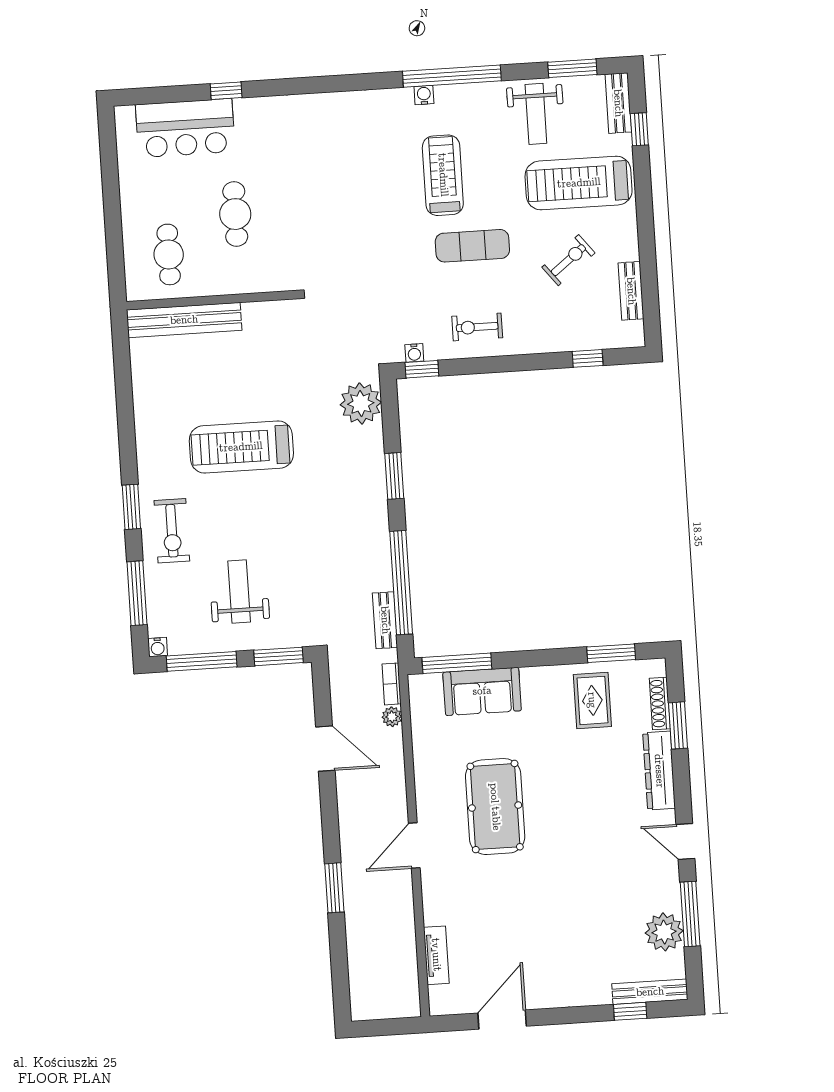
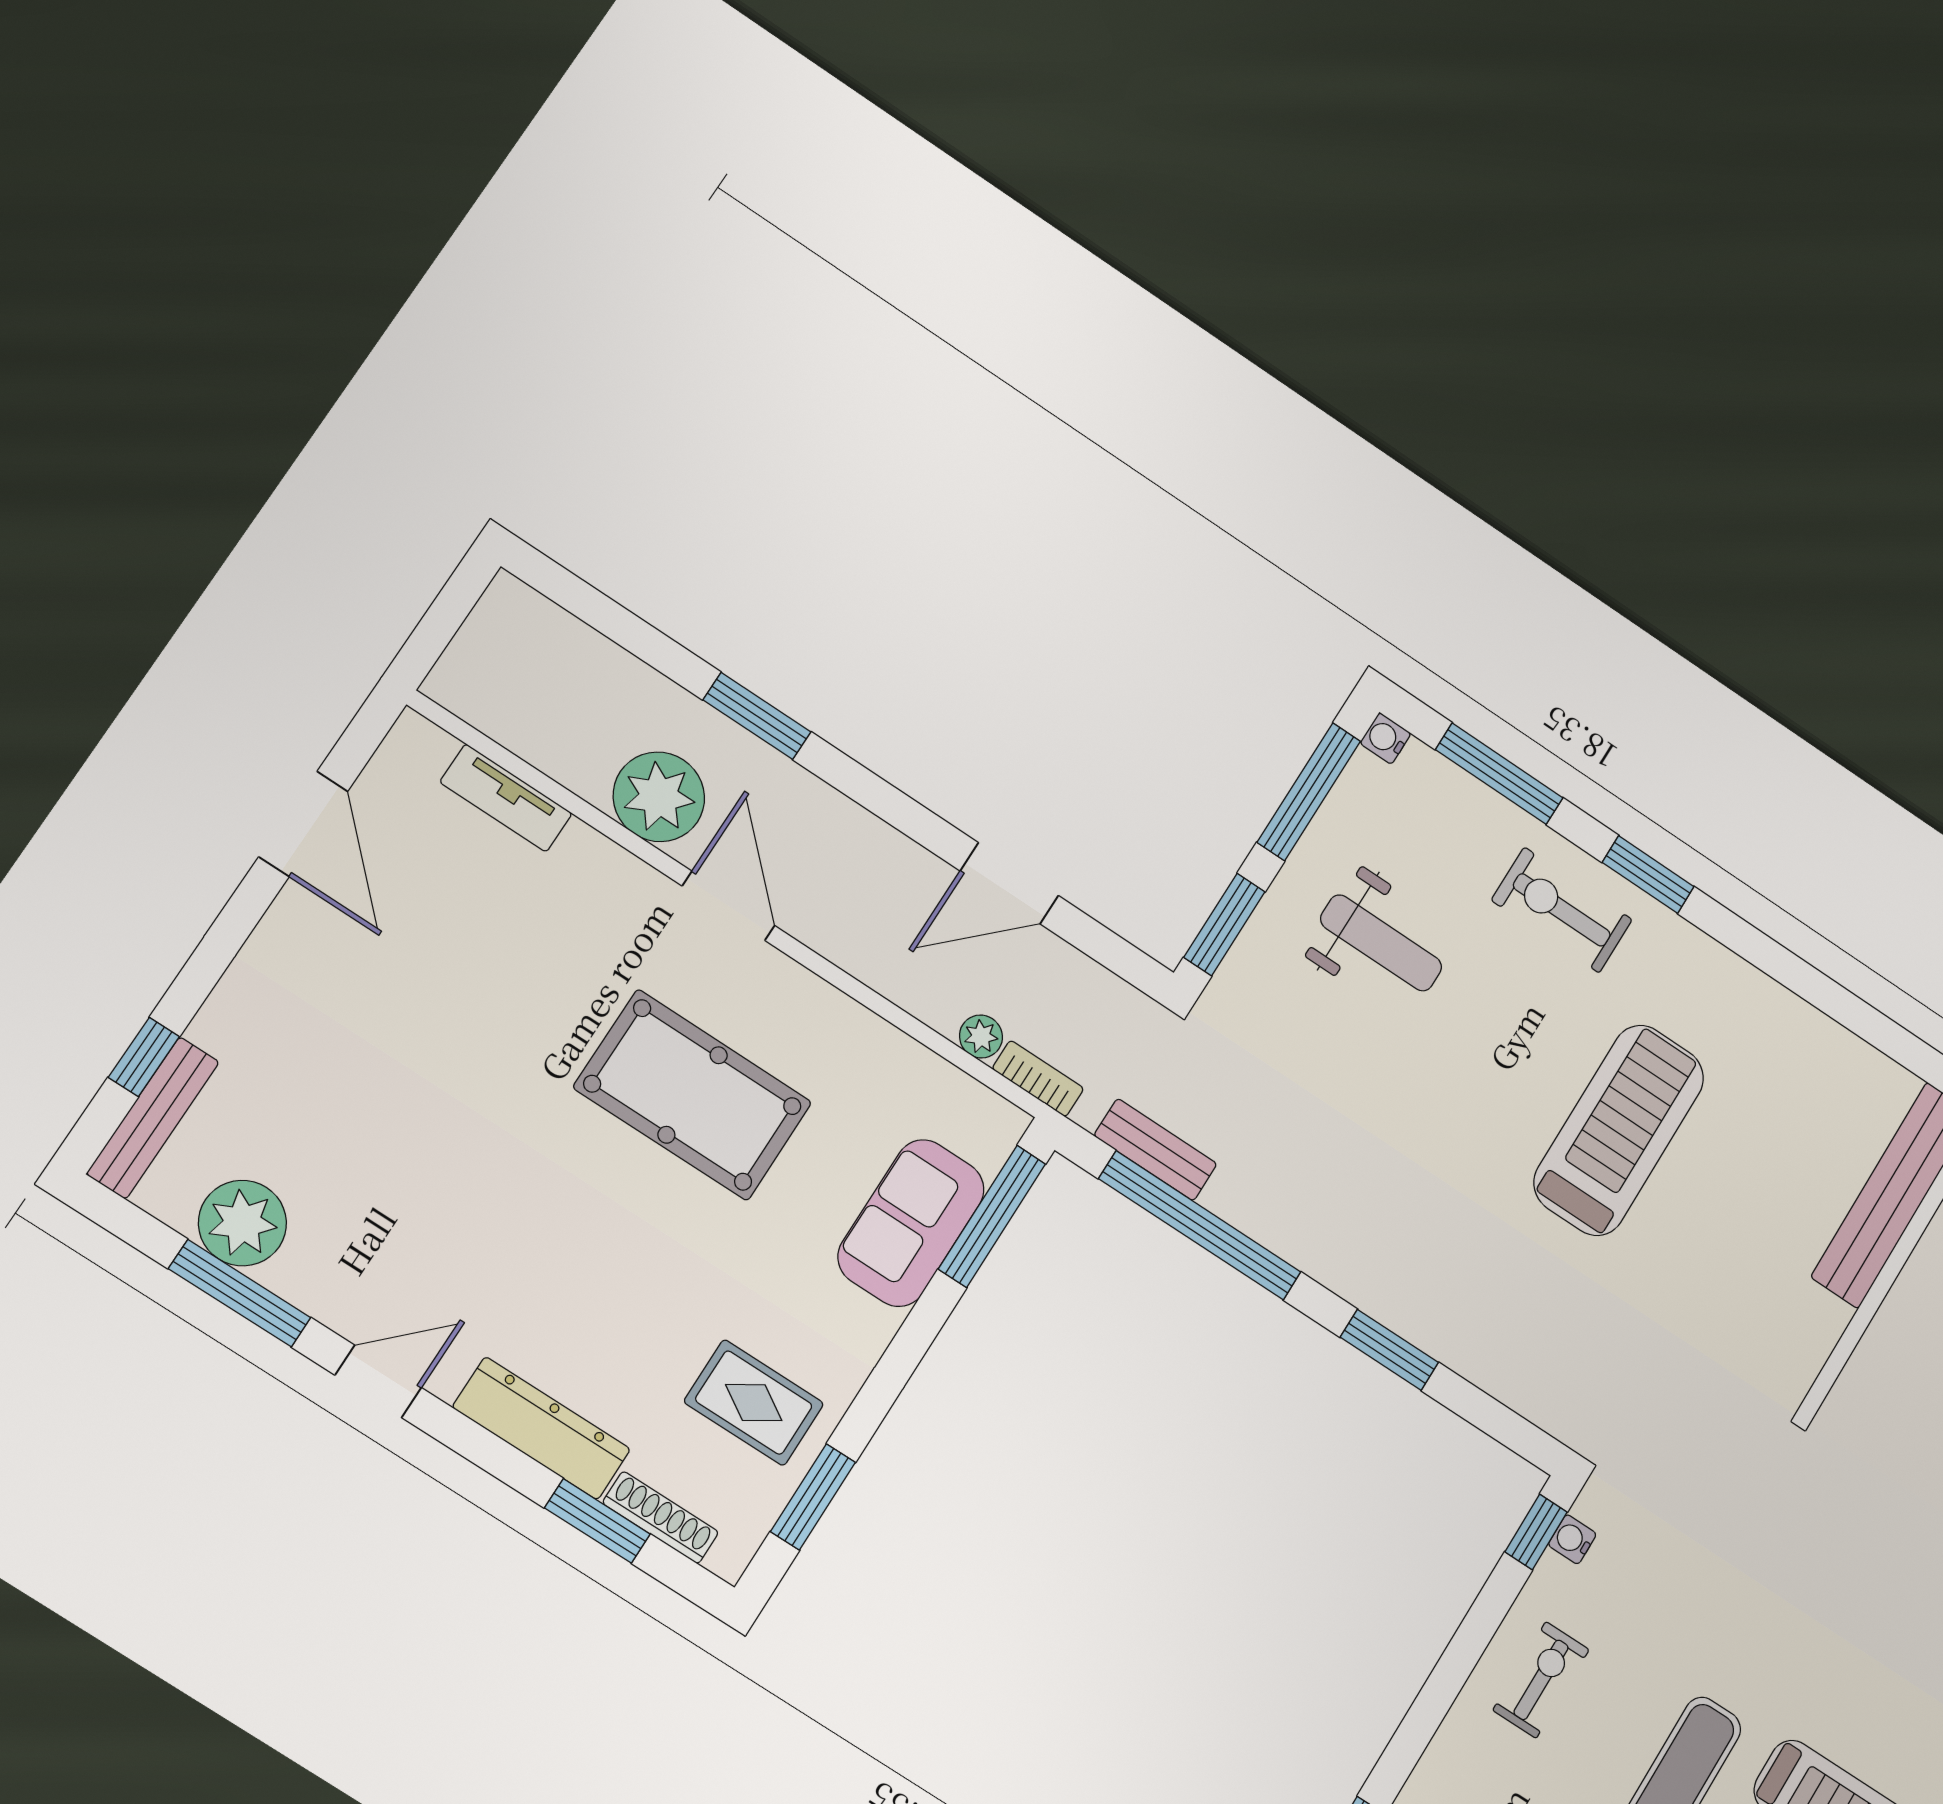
plant: (361, 403) -> (659, 797), moved

